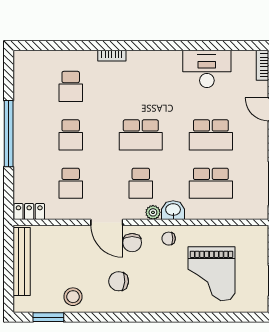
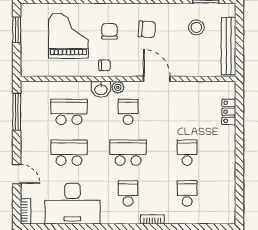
desk: (207, 69) -> (72, 204), width x1.36, depth x1.30
window: (9, 134) -> (239, 154), removed
school desk: (71, 183) -> (128, 193), moved
locker: (29, 212) -> (229, 112), moved, turned 90
chair: (132, 243) -> (109, 31), moved
stool: (73, 297) -> (196, 27), moved

